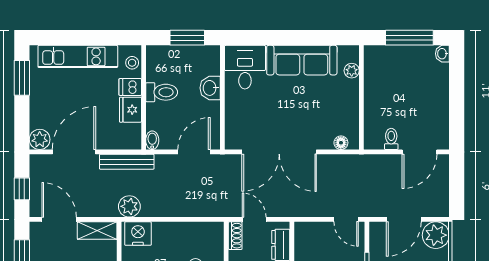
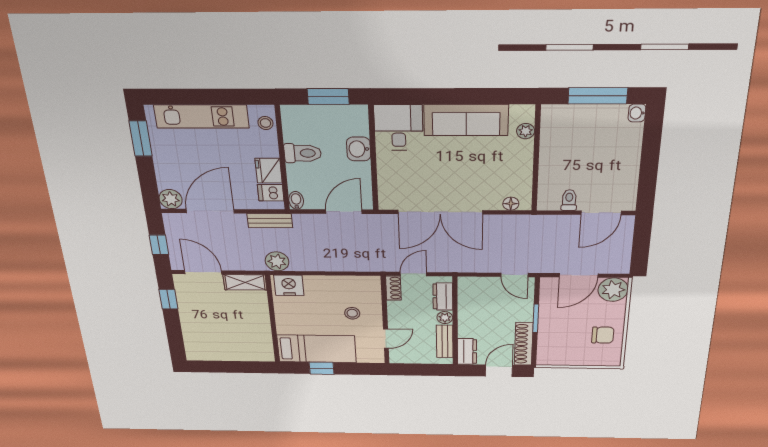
dishwasher: (130, 87) -> (271, 193), moved
bench: (127, 162) -> (270, 221), width x0.73
door: (254, 219) -> (413, 274), hinge flipped

